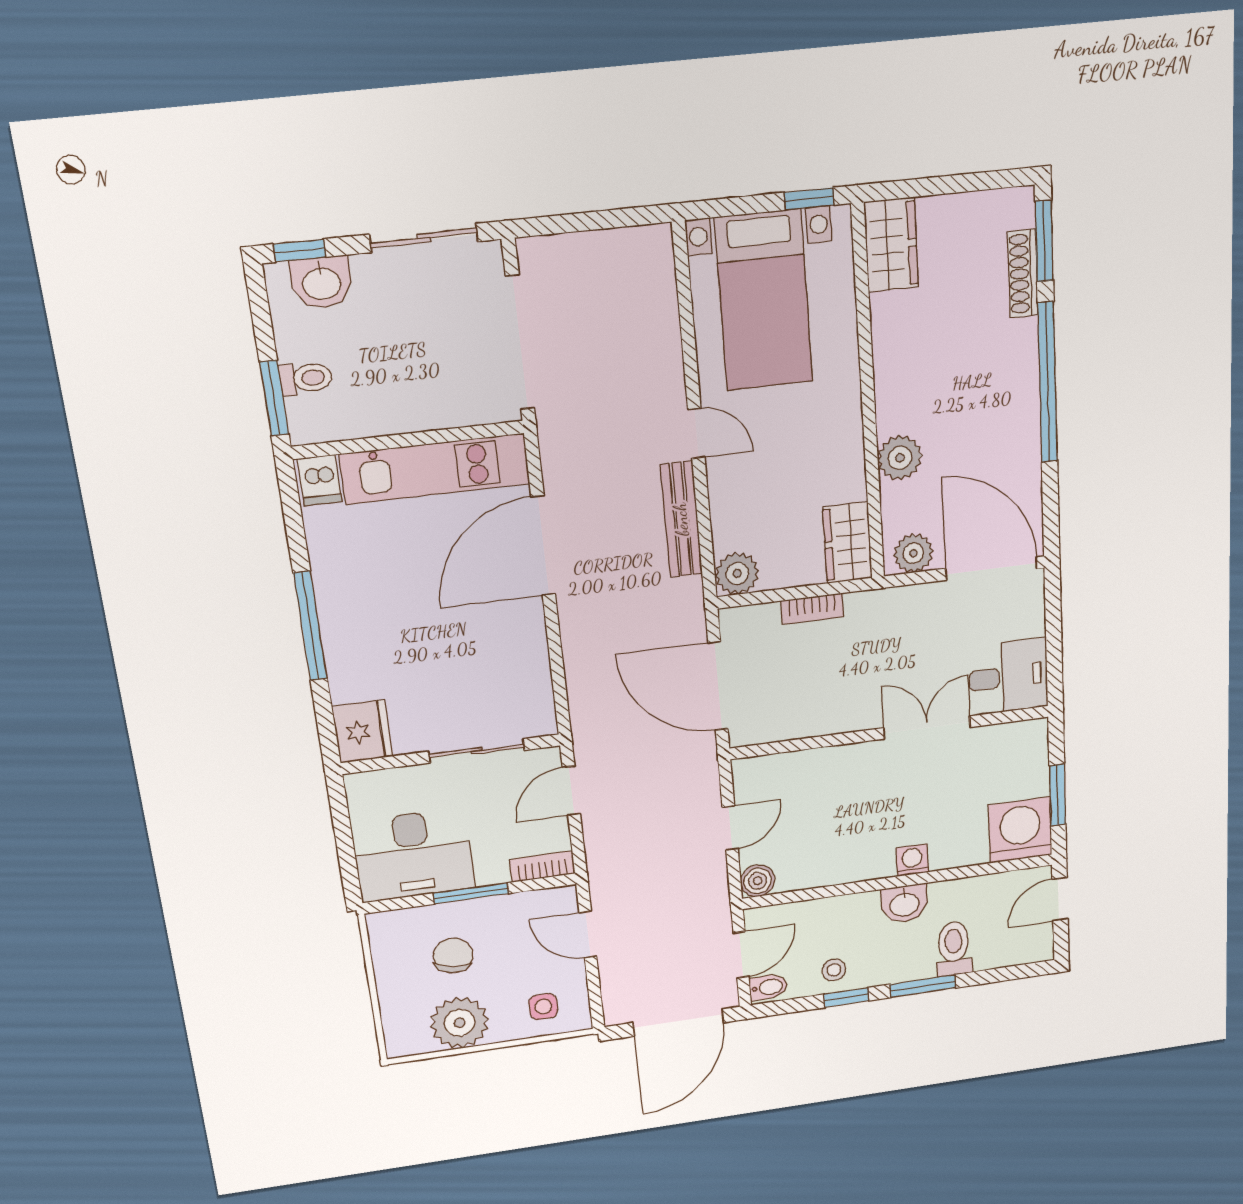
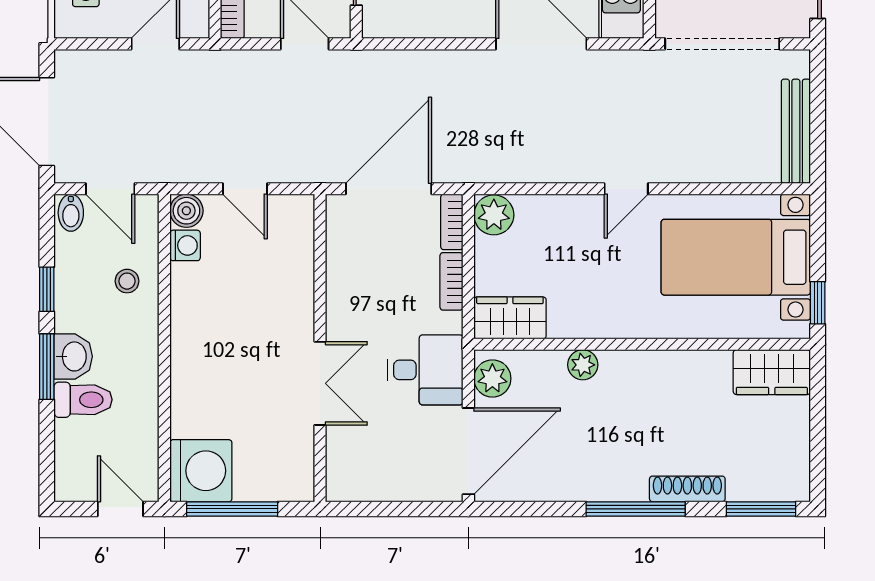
shoe rack: (1023, 274) -> (687, 489), moved
window: (1048, 383) -> (636, 509), width x0.68
plant: (900, 458) -> (583, 365), width x0.73, depth x0.73
bench: (681, 519) -> (796, 131), moved, turned 90
bookcase: (748, 616) -> (452, 222), added
desk: (1008, 677) -> (425, 370), moved, turned -90
window: (1057, 795) -> (232, 509), width x1.44
washing machine: (912, 860) -> (185, 245), moved
washbasin: (904, 904) -> (73, 356), moved, turned 180
stool: (834, 970) -> (127, 281), moved

